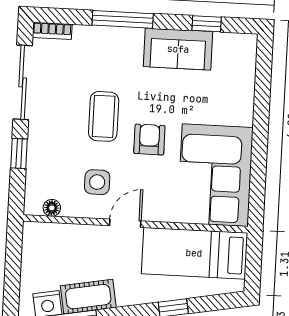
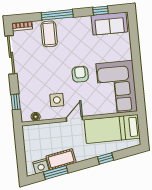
sofa: (178, 49) -> (109, 24), moved
coffee table: (104, 116) -> (49, 34), moved
window: (19, 154) -> (16, 102), moved

